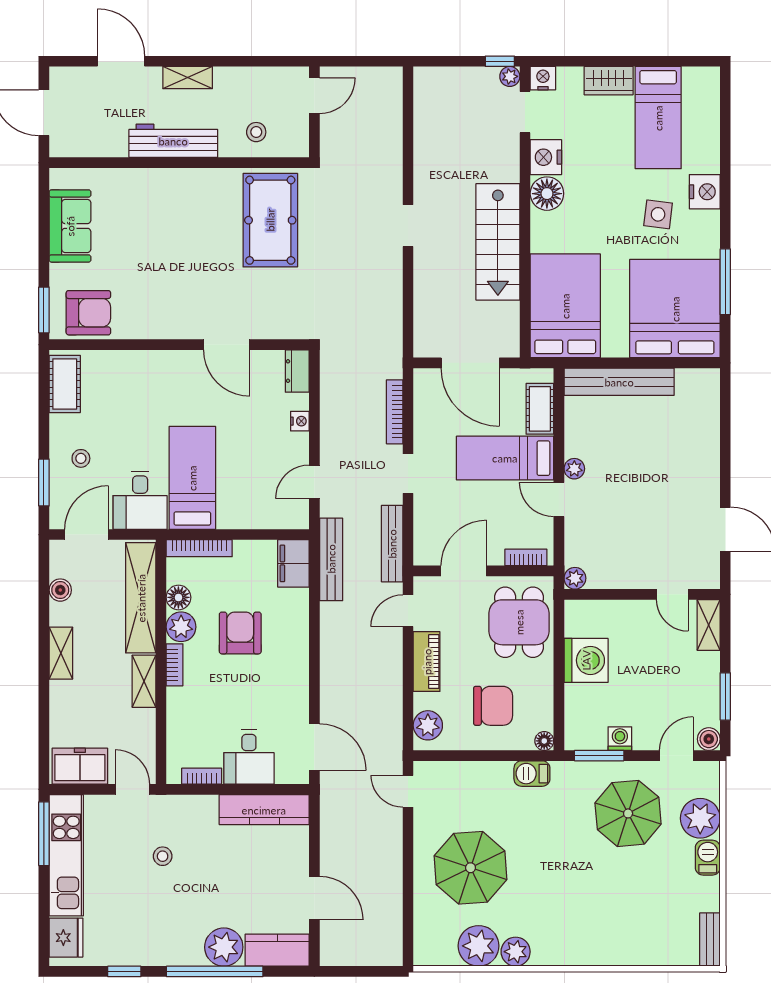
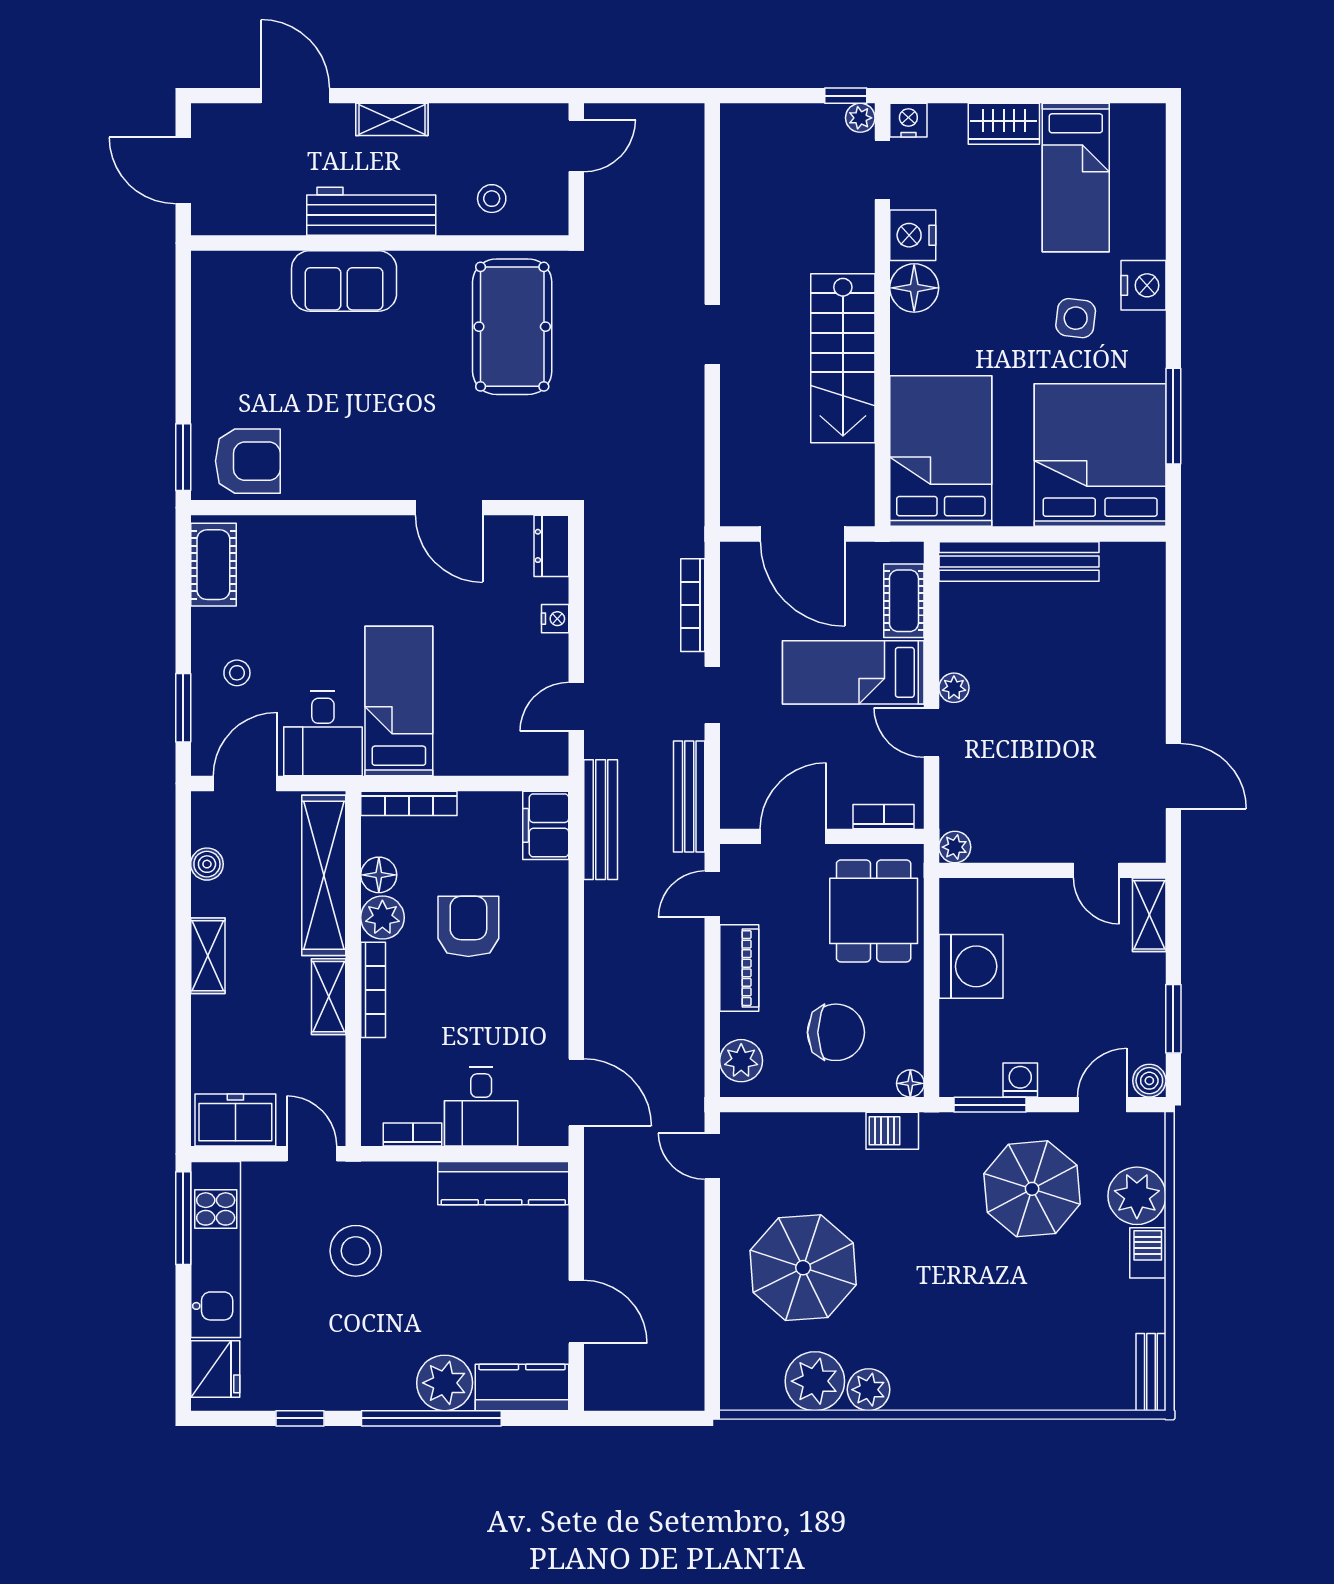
sofa: (70, 226) -> (344, 281), moved, turned 90
bookcase: (175, 665) -> (373, 990), width x1.56
stool: (163, 856) -> (356, 1251), width x1.89, depth x1.89

